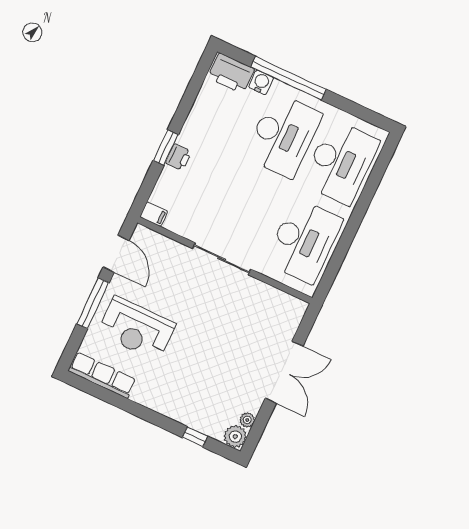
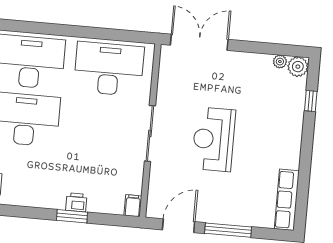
reception desk: (136, 329) -> (214, 139), moved, turned 180
double door: (284, 372) -> (199, 42), moved

